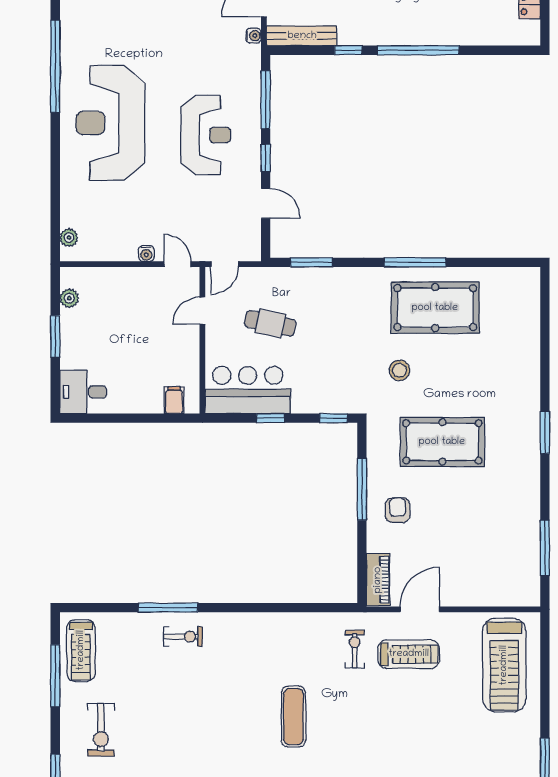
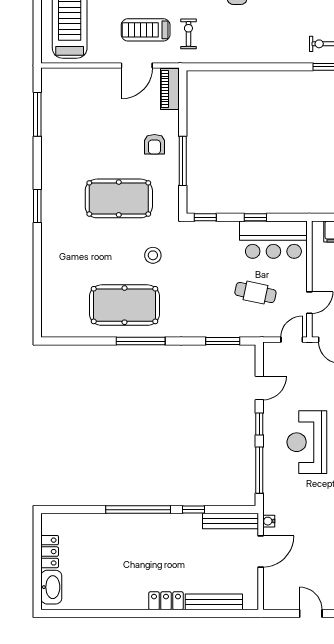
door: (266, 203) -> (259, 388), swing flipped
exercise bike: (355, 649) -> (188, 34), turned 180

